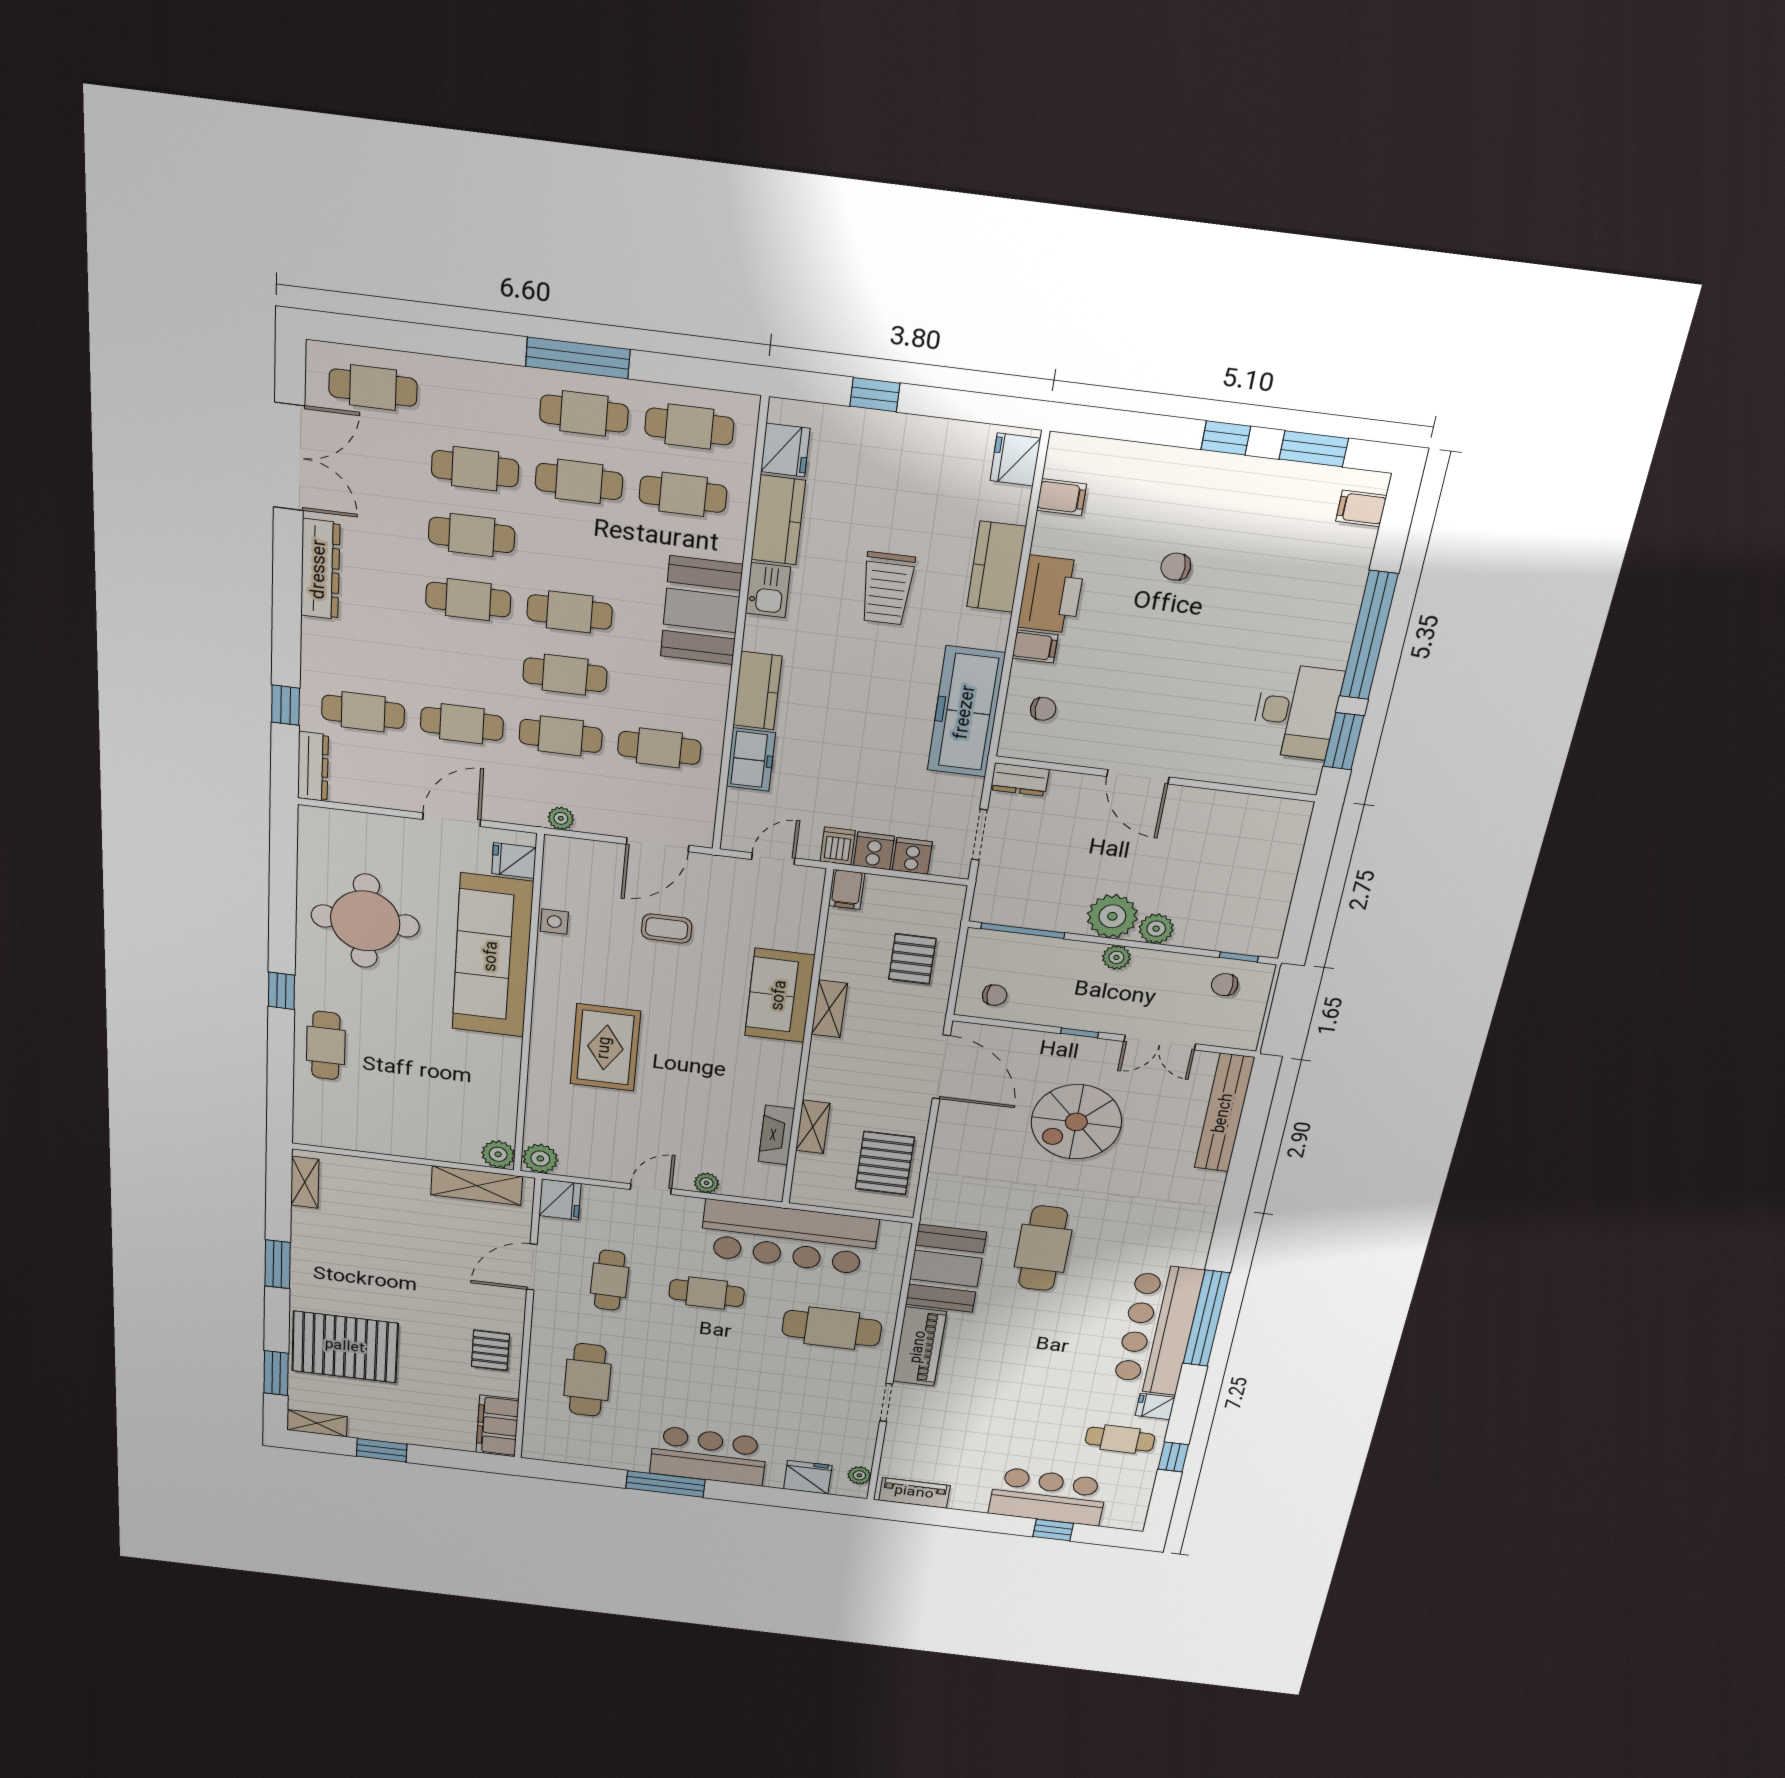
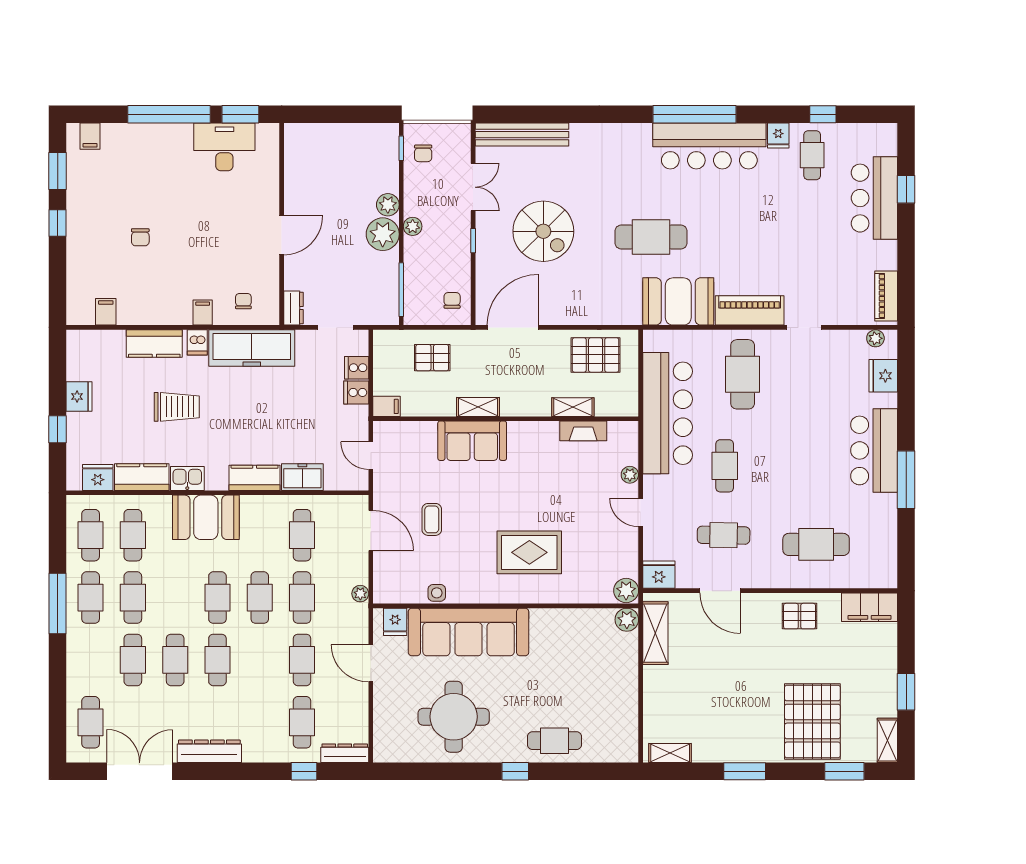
fridge: (1015, 460) -> (79, 397), moved, turned -90
printer: (1051, 594) -> (168, 308), removed
dishwasher: (838, 846) -> (197, 342), moved, turned -90

